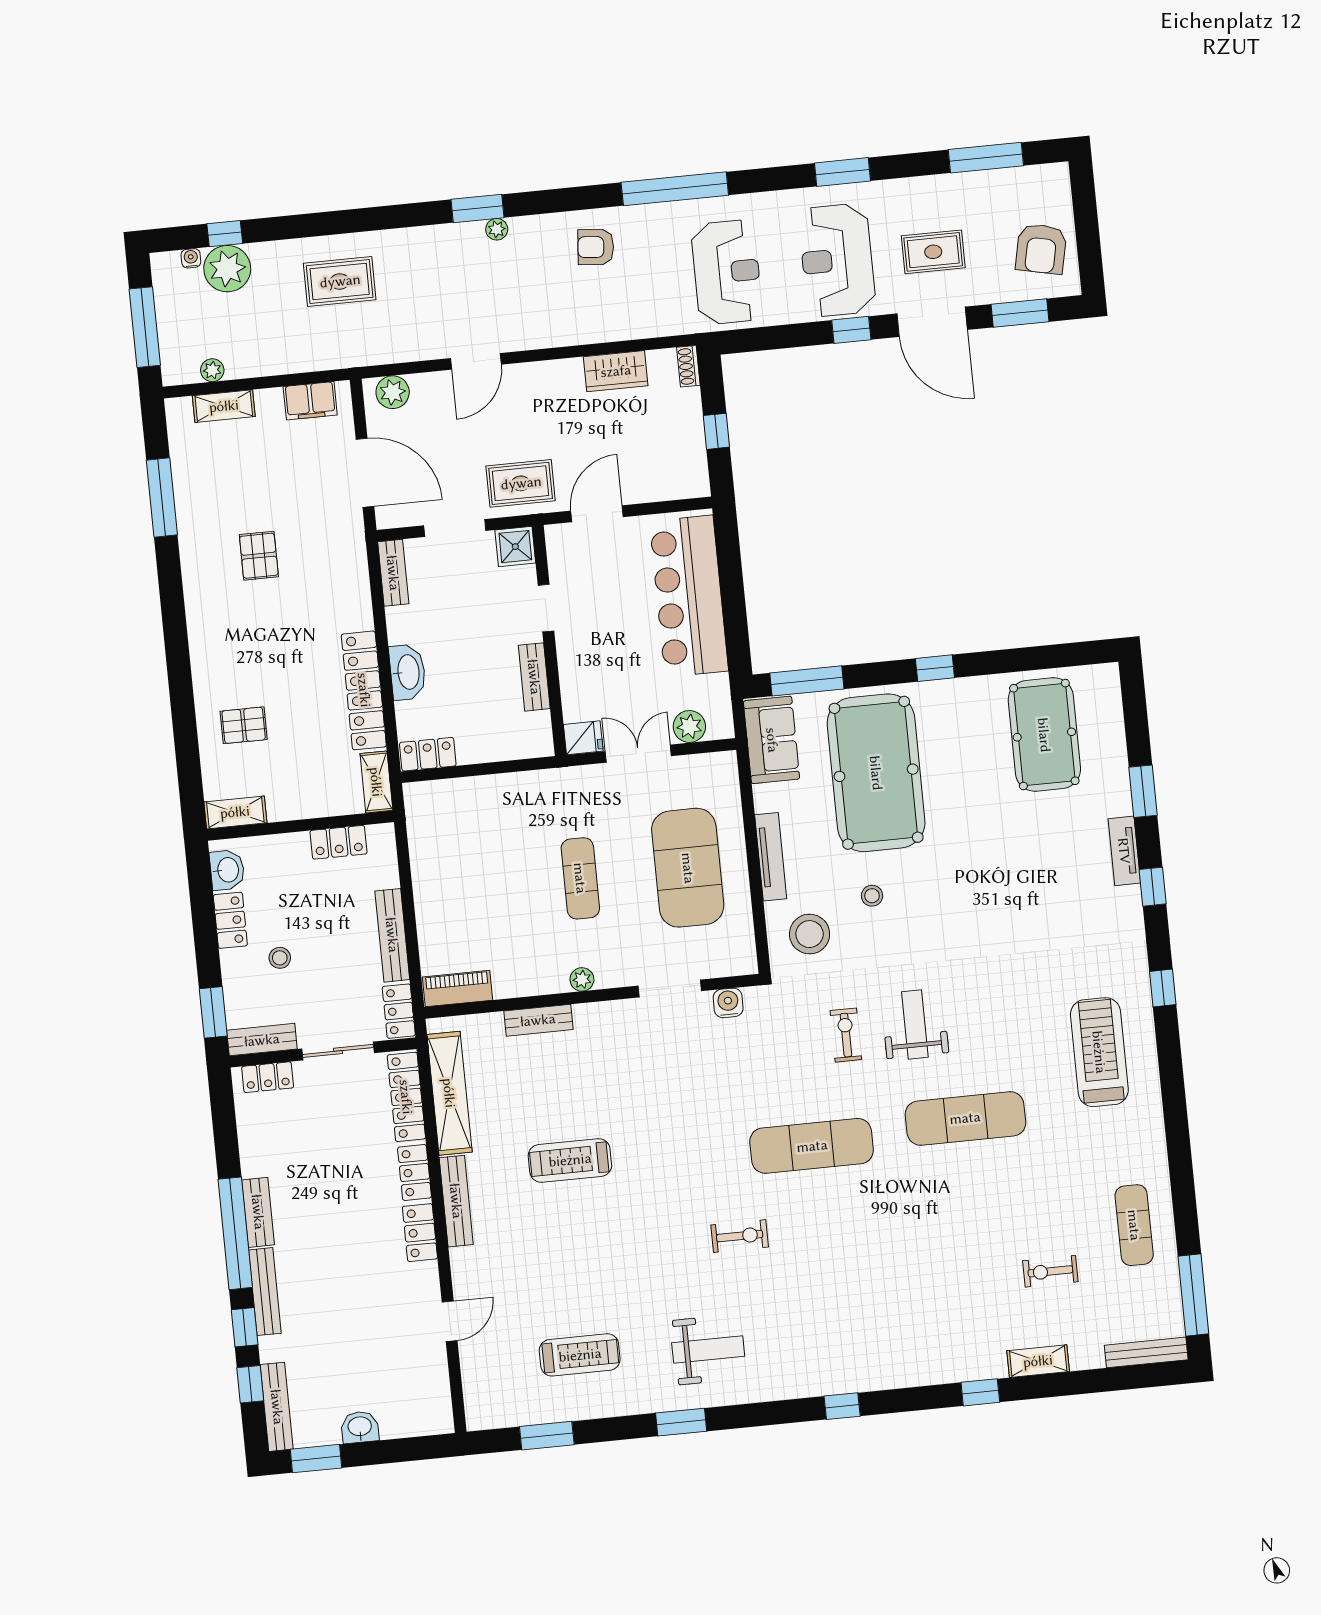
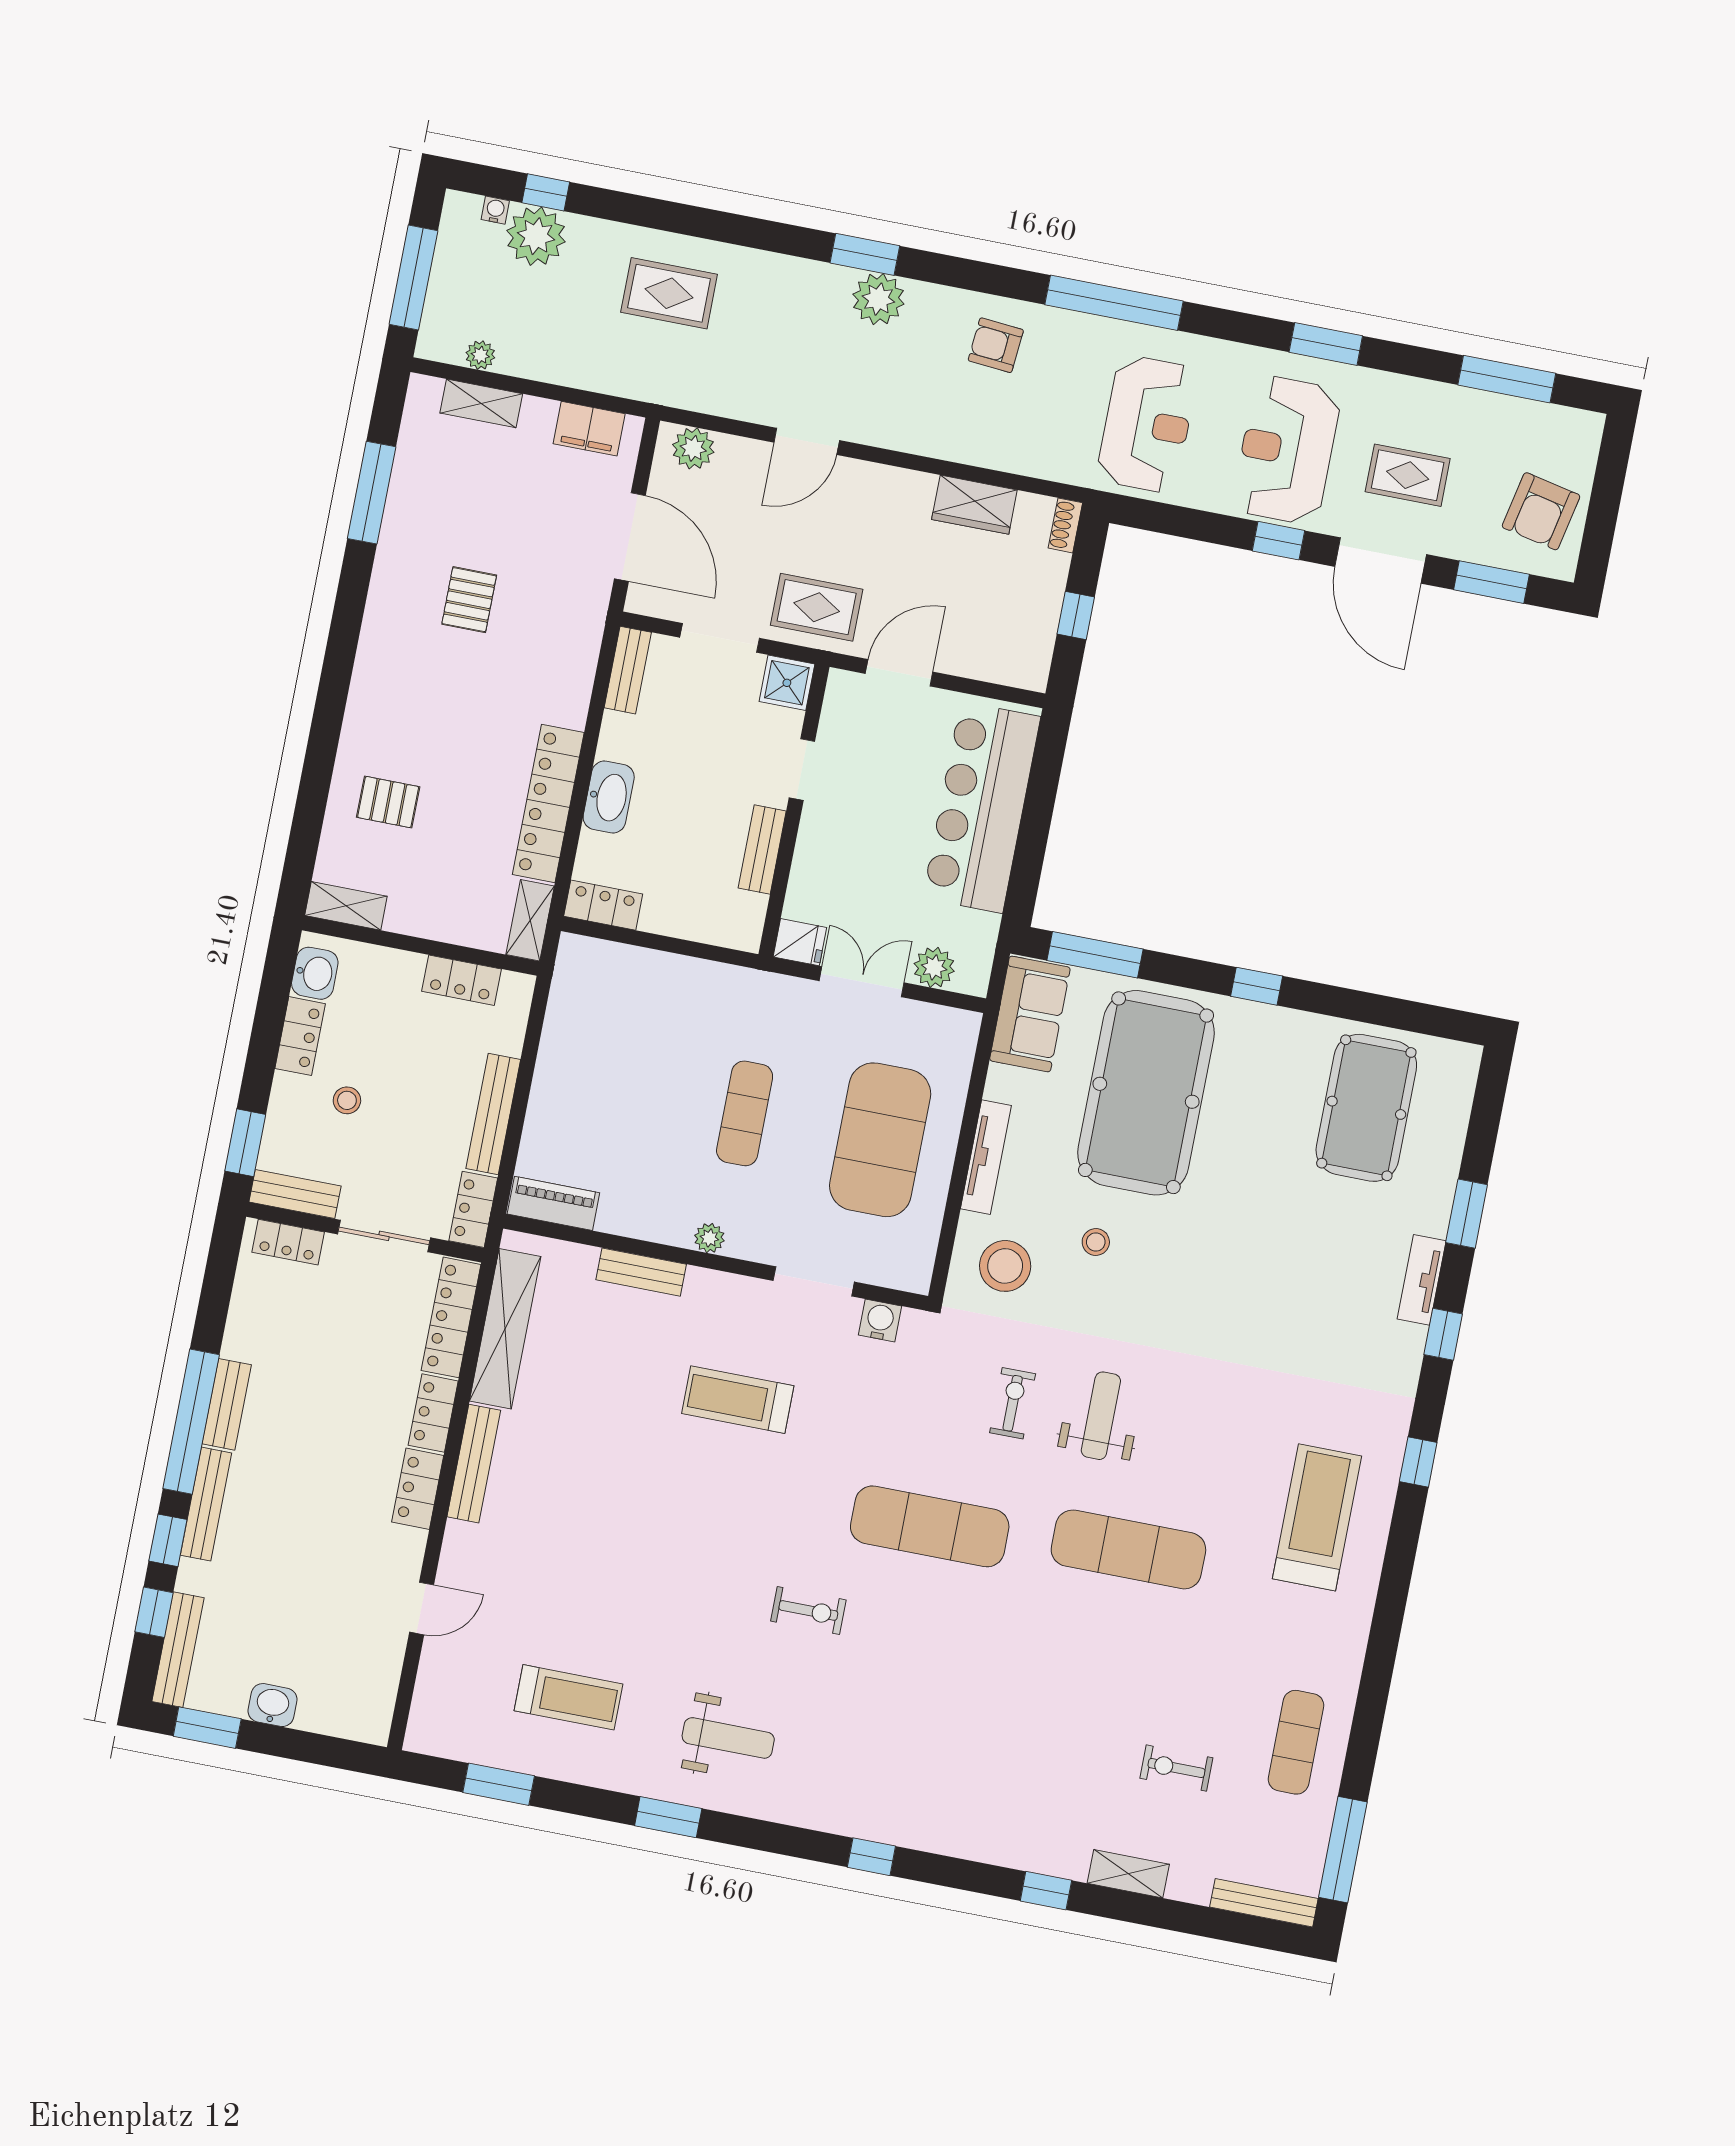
plant: (497, 229) -> (878, 299), width x1.87, depth x1.87
treadmill: (570, 1160) -> (738, 1400), moved

